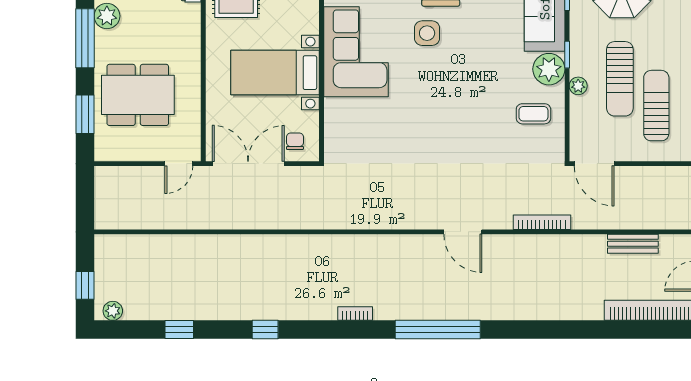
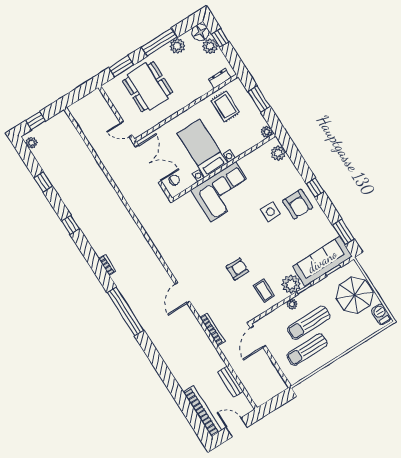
corner sofa: (356, 52) -> (223, 192), moved
sun lounger: (656, 106) -> (307, 350), turned 180
armchair: (479, 132) -> (237, 269), added

